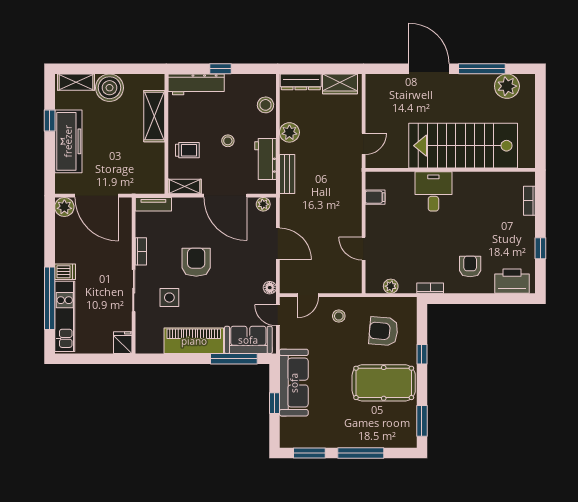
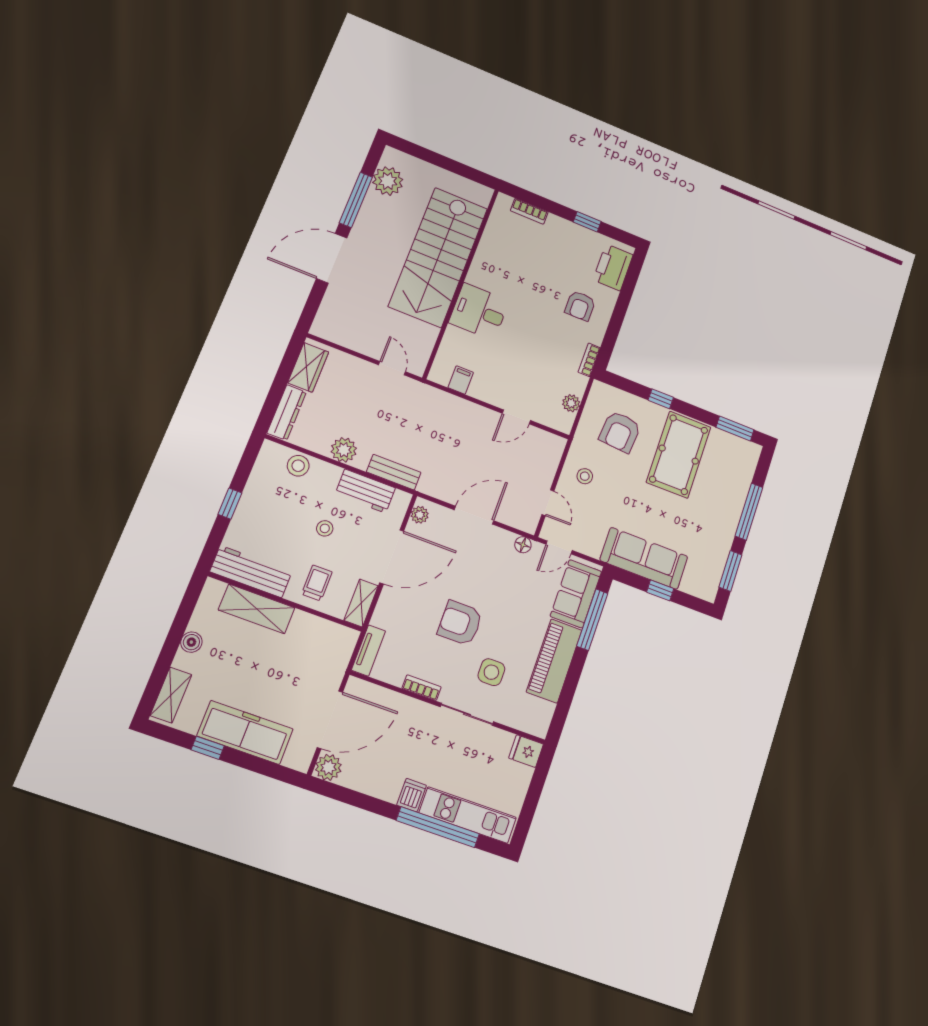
workbench: (196, 84) -> (251, 572), moved, turned -90
boiler: (109, 88) -> (191, 642), width x0.54, depth x0.54
armchair: (470, 266) -> (580, 306), turned -90

